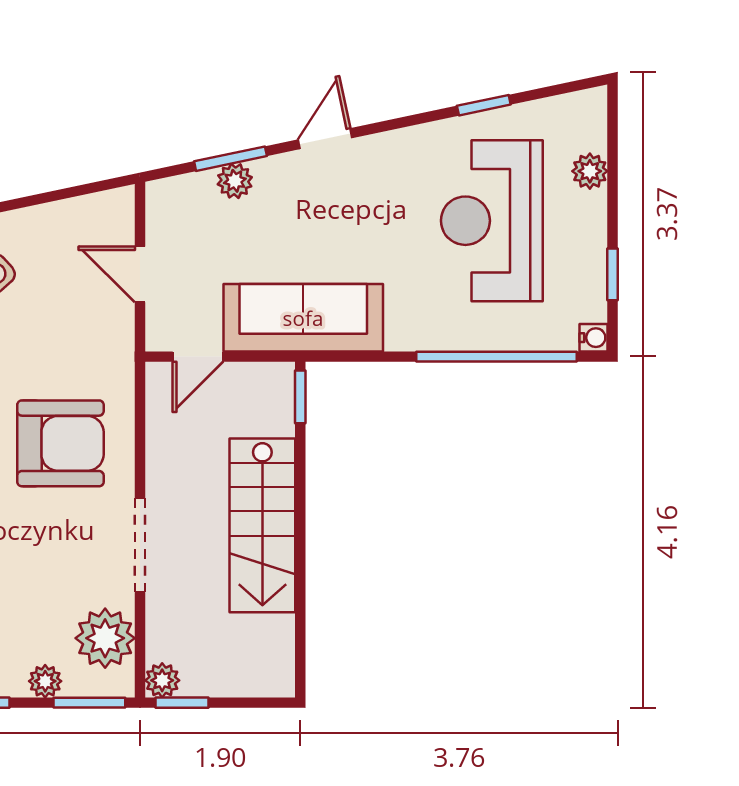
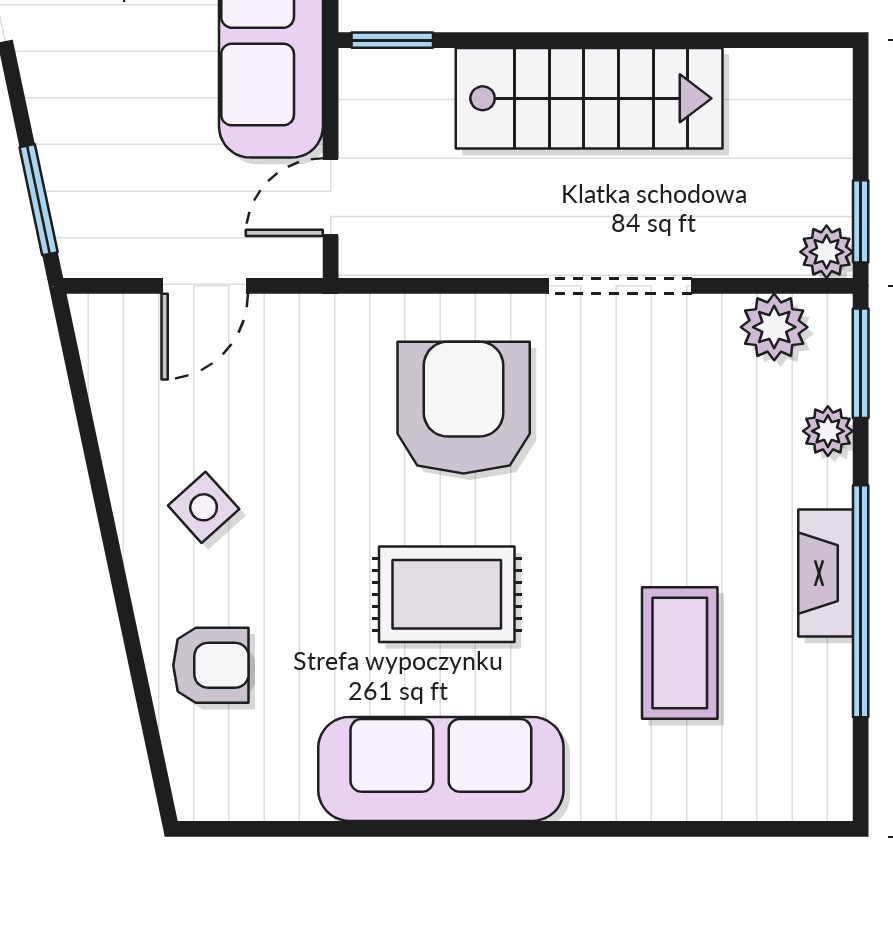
window: (230, 159) -> (39, 200), moved
plant: (235, 181) -> (61, 141), removed
door: (198, 357) -> (331, 197), swing flipped
plant: (105, 638) -> (774, 327), width x0.73, depth x0.73

